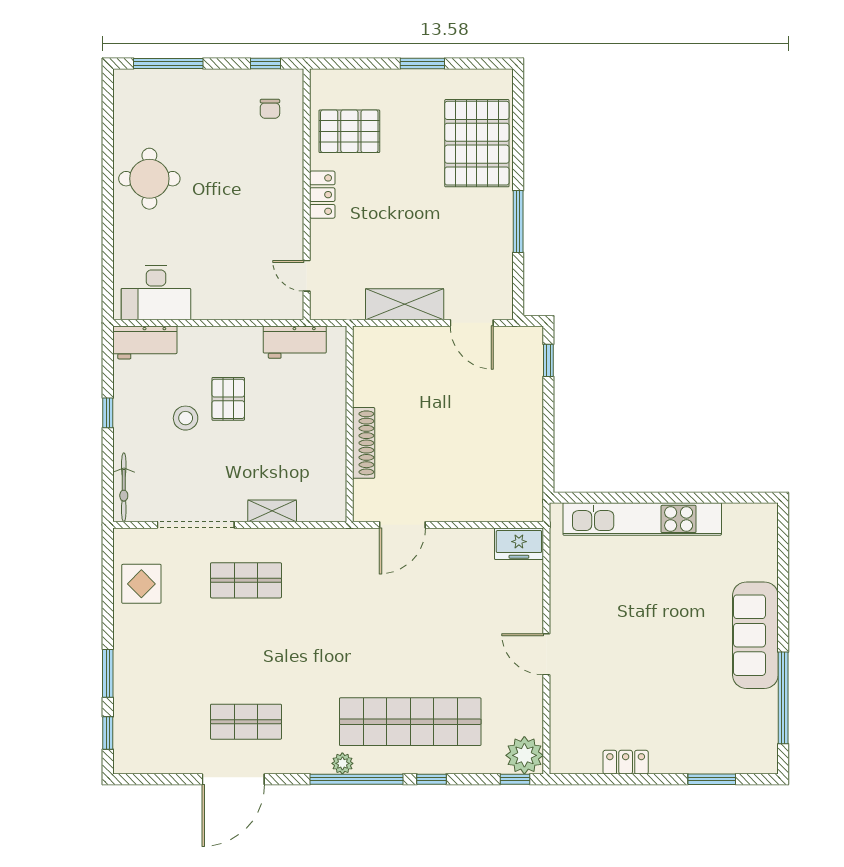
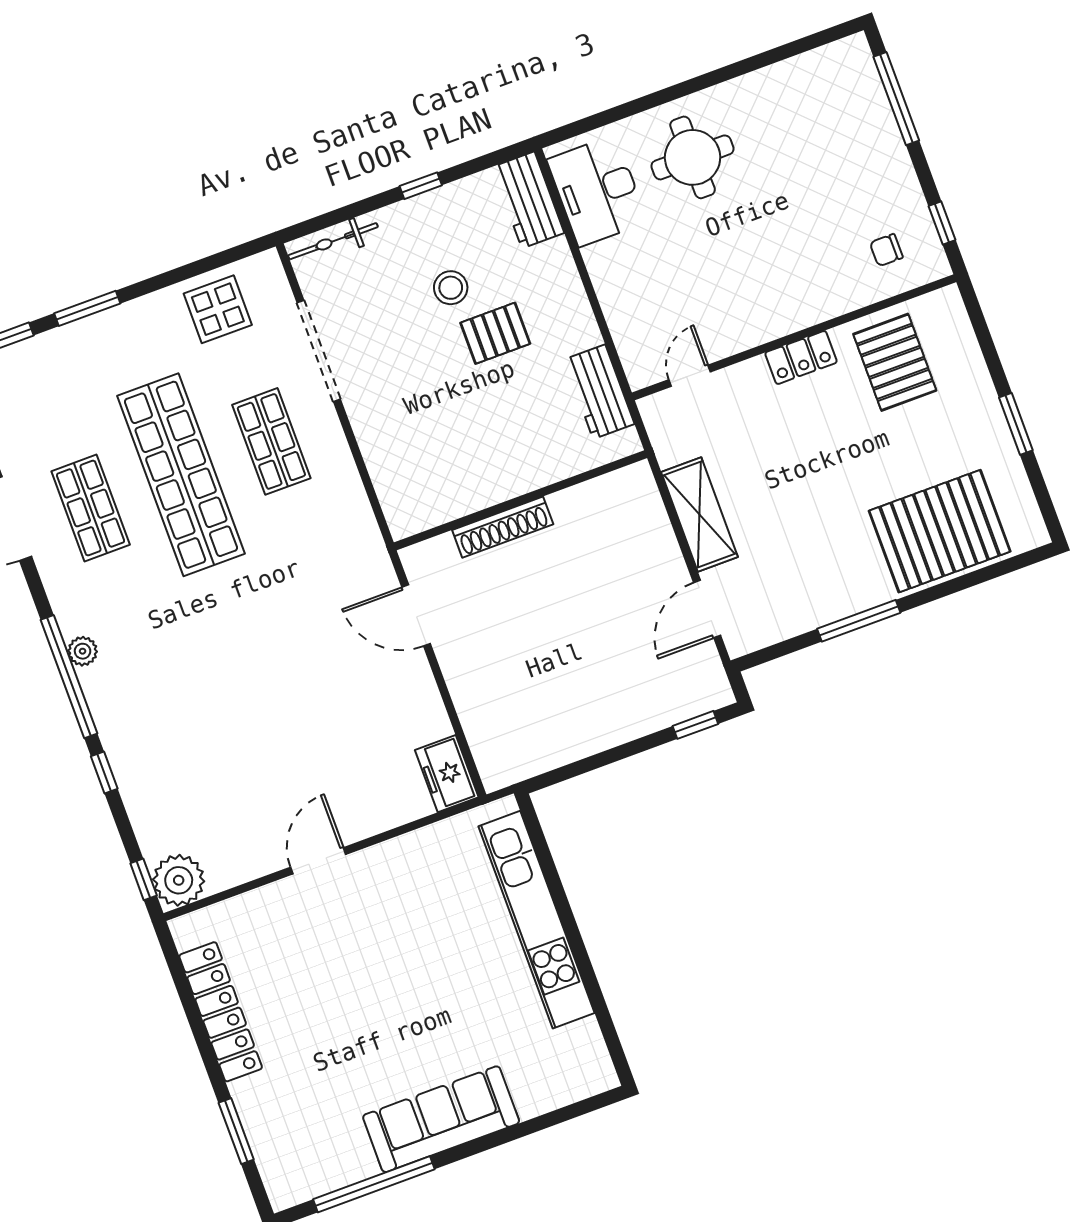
round table: (149, 179) -> (693, 157), moved
shelving: (272, 511) -> (373, 442), removed
shop shelf: (410, 722) -> (181, 475), moved
locker: (626, 762) -> (221, 1012), width x2.16, depth x1.21

